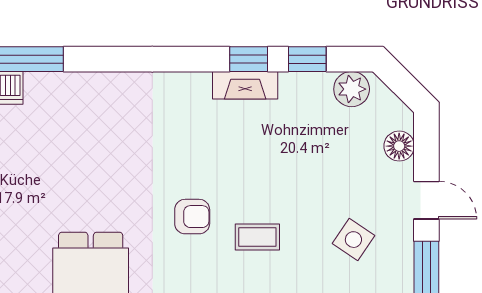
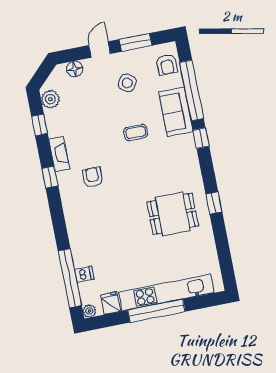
window: (249, 59) -> (50, 177), moved
armchair: (192, 217) -> (93, 177), moved
coffee table: (257, 237) -> (136, 132), turned 90

